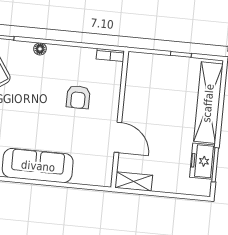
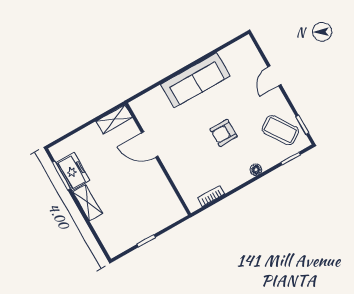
bookcase: (110, 55) -> (211, 196), moved
armchair: (78, 97) -> (224, 133), moved, turned -90
shelving: (208, 103) -> (88, 203), width x0.45, depth x0.75

